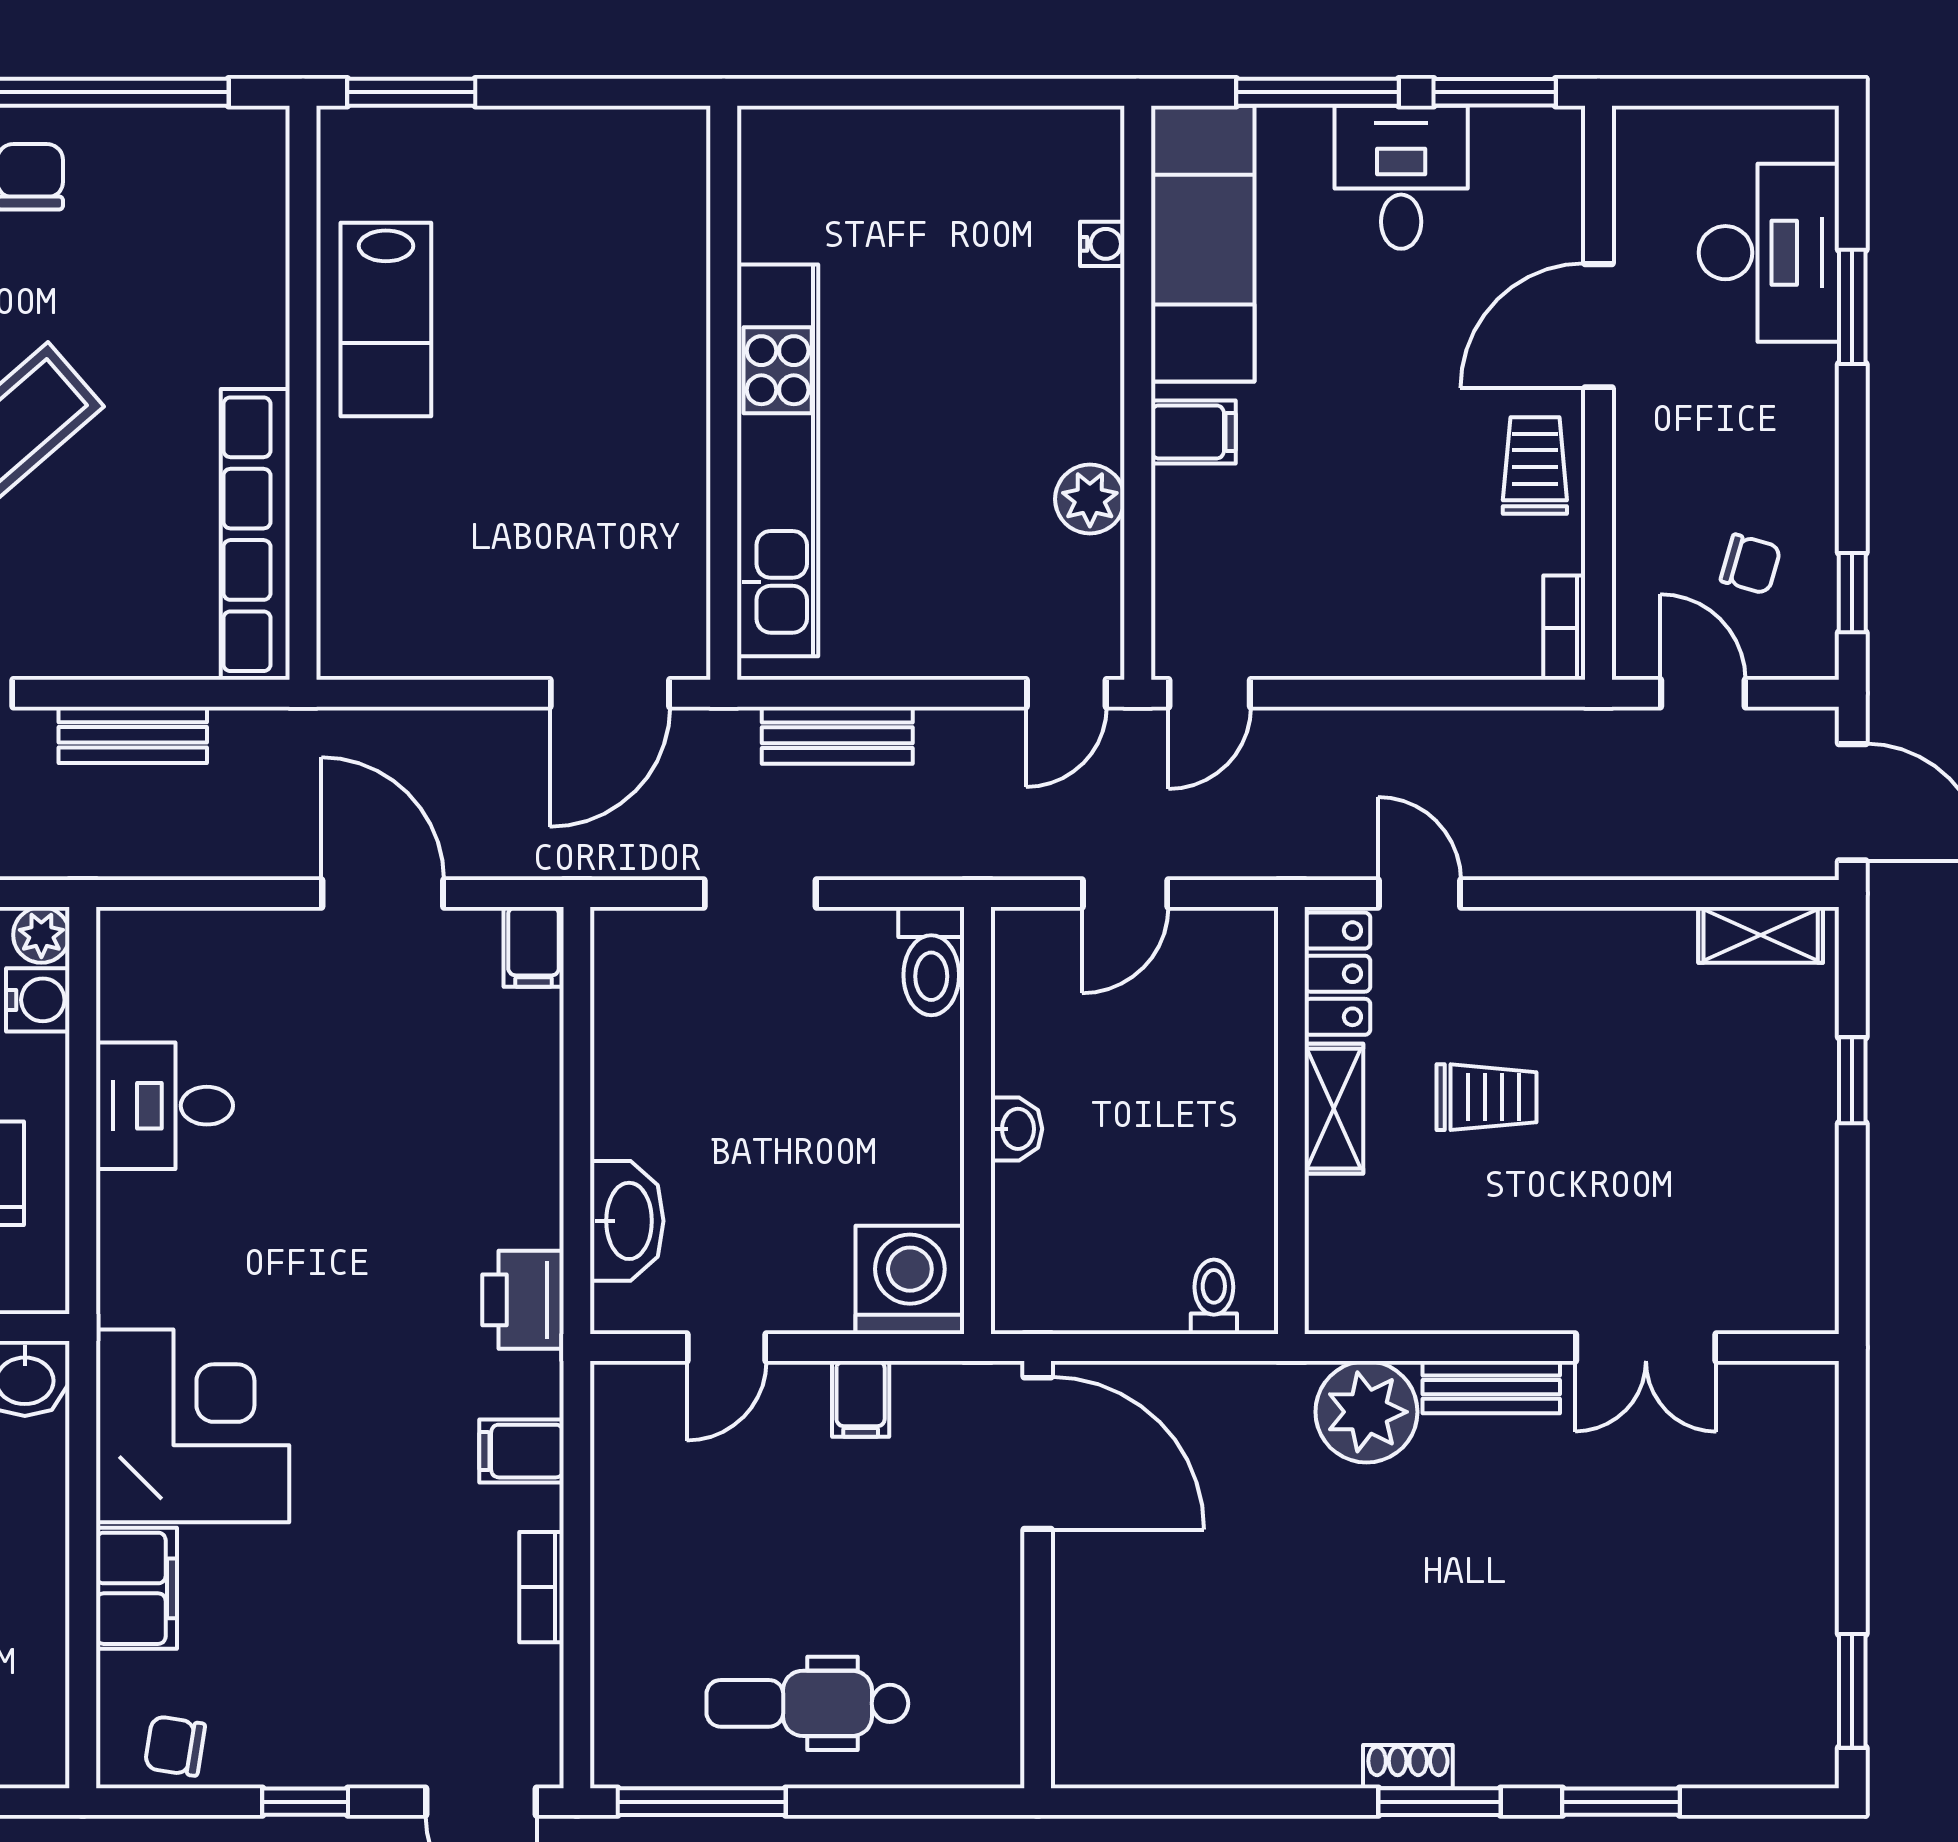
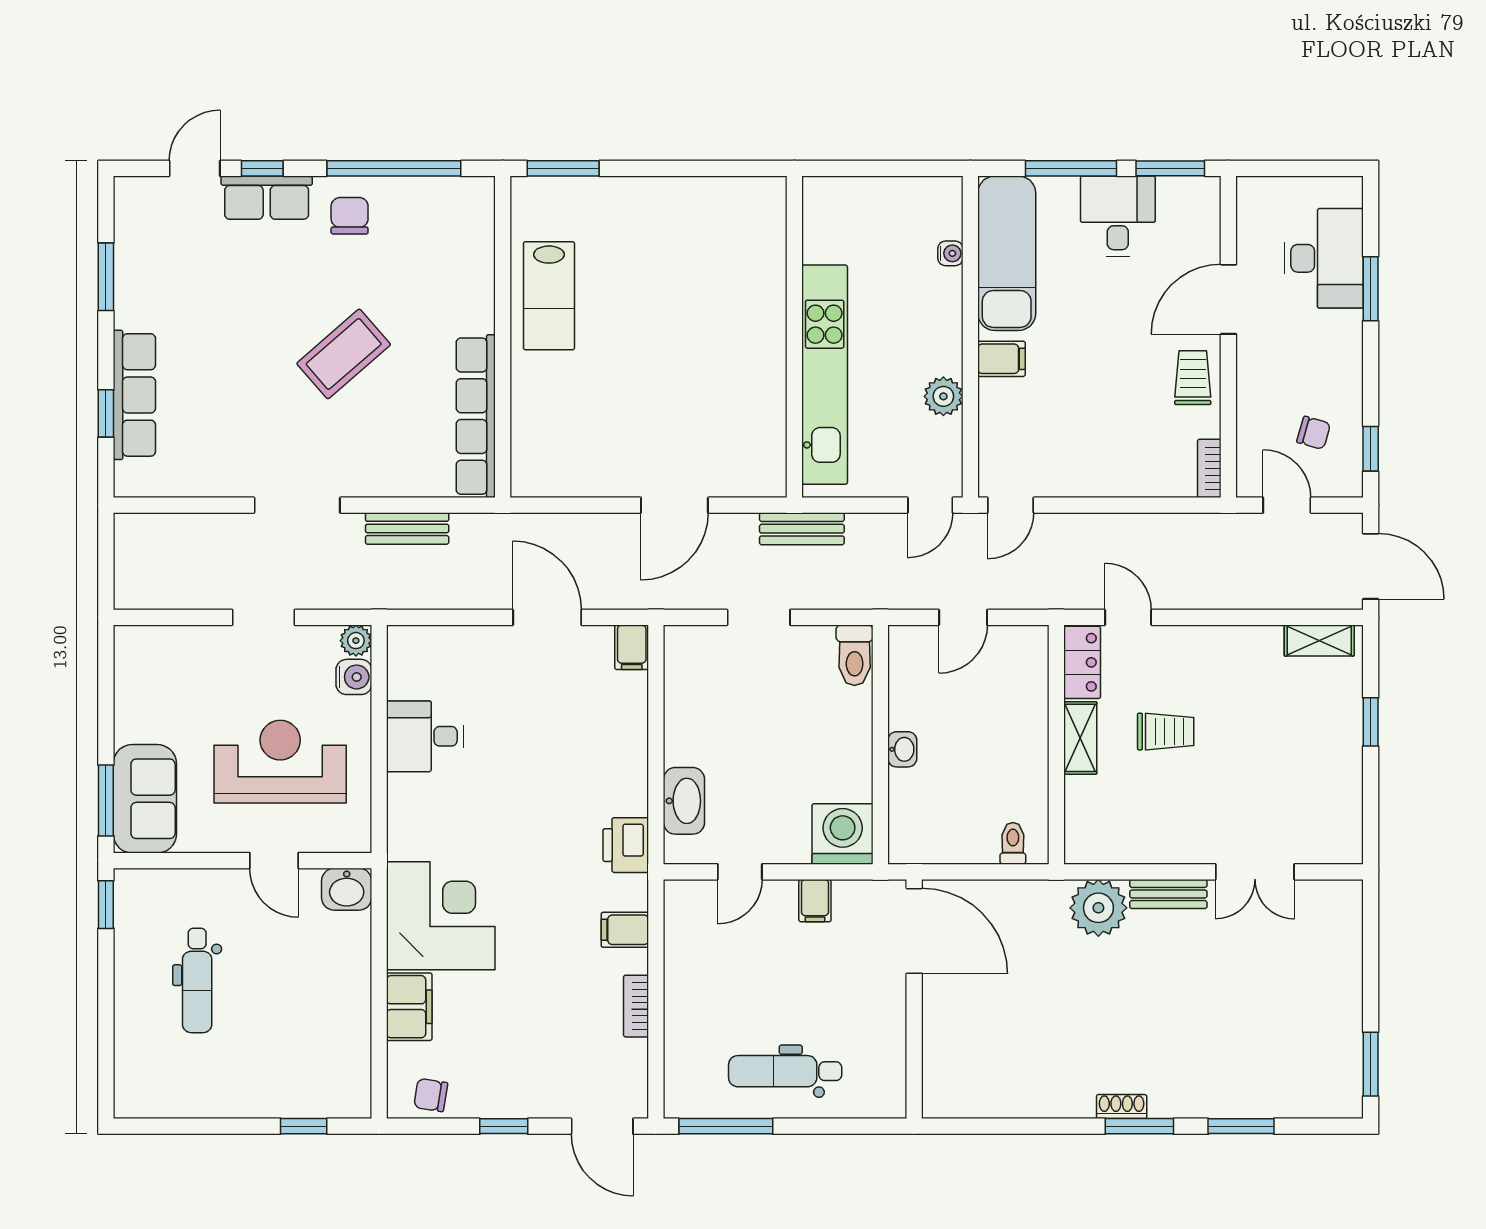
wall: (724, 393) -> (794, 337), moved
kitchen unit: (778, 460) -> (825, 375), moved

